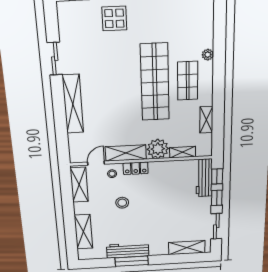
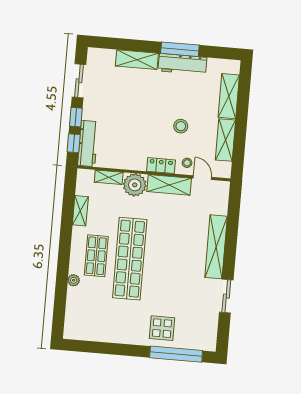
door: (96, 163) -> (202, 178), swing flipped
shelving: (79, 185) -> (226, 140), moved
shelving: (187, 248) -> (137, 60), moved

